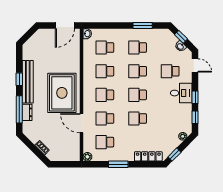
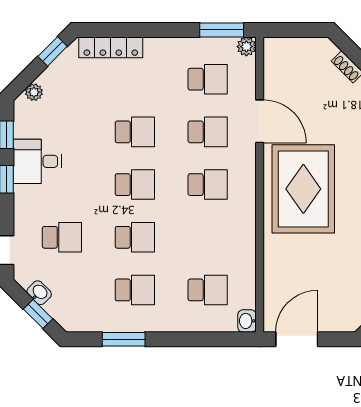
school desk: (105, 71) -> (208, 237), removed
desk: (181, 93) -> (37, 161), moved
window: (118, 164) -> (222, 30), moved

